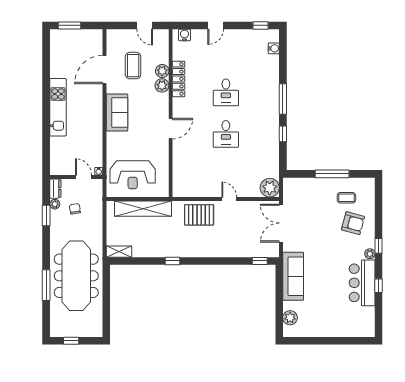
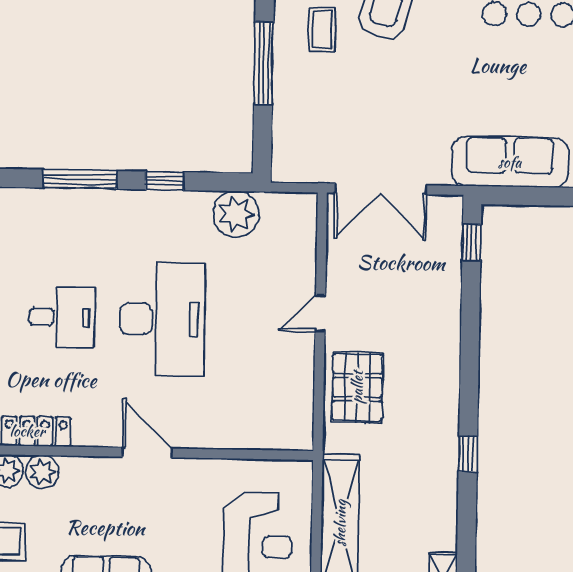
desk: (226, 134) -> (162, 319), width x1.87, depth x1.30
plant: (270, 188) -> (236, 214), moved

